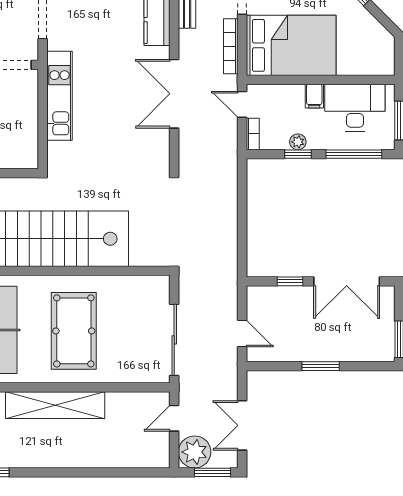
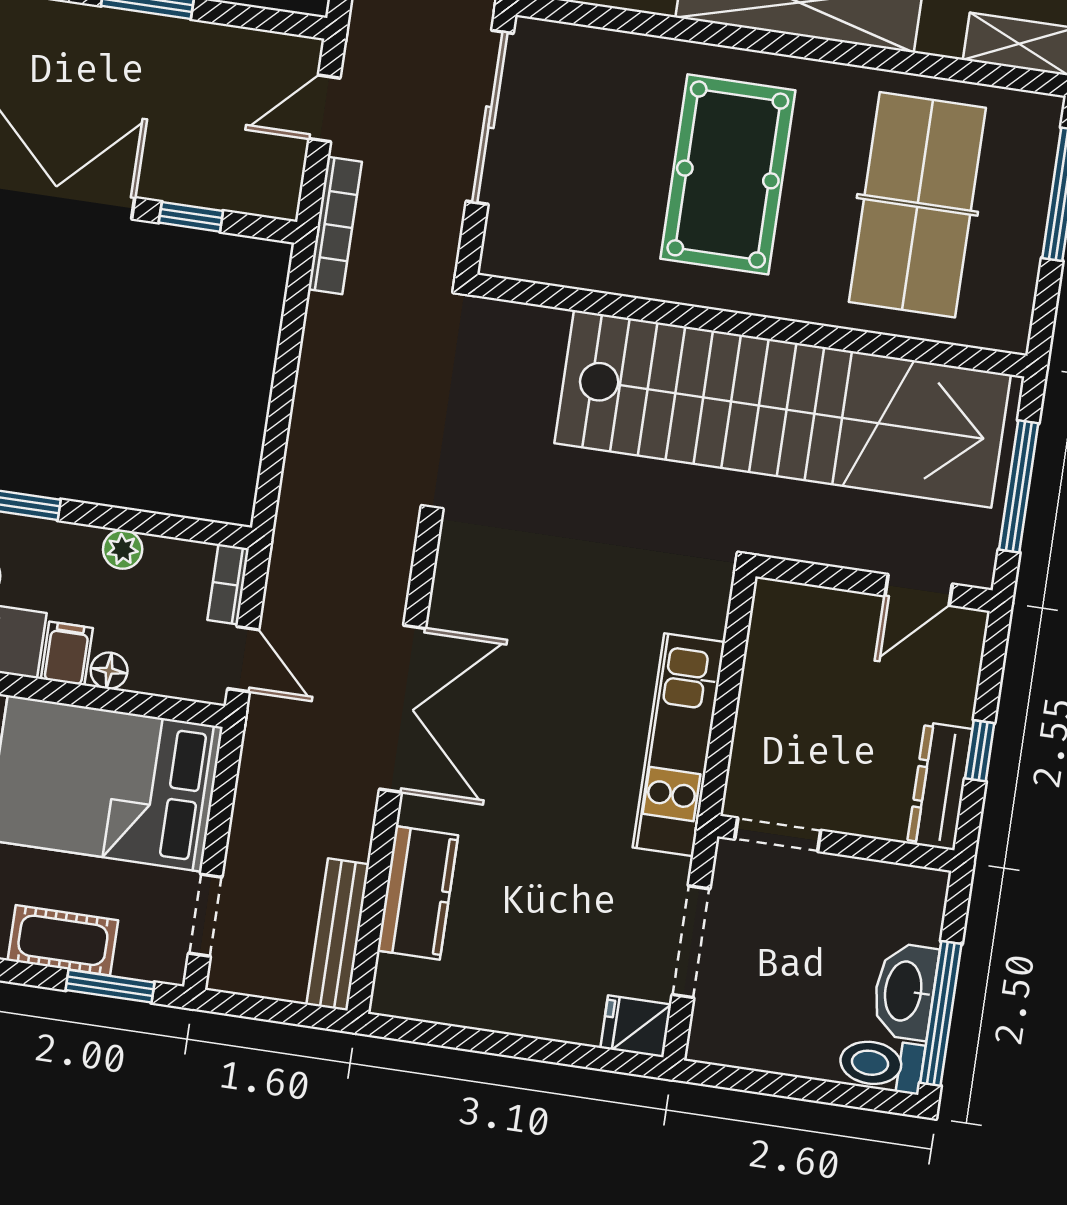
bookcase: (231, 46) -> (335, 225), moved
floor lamp: (296, 92) -> (109, 671), added
window: (298, 154) -> (126, 520), removed
door: (242, 334) -> (324, 108), hinge flipped

